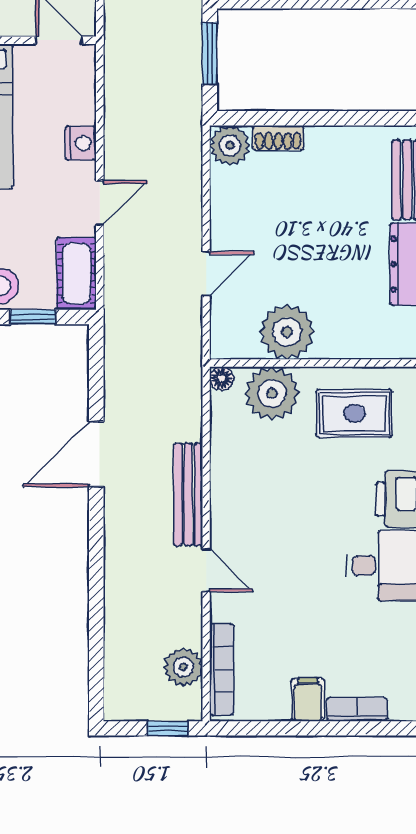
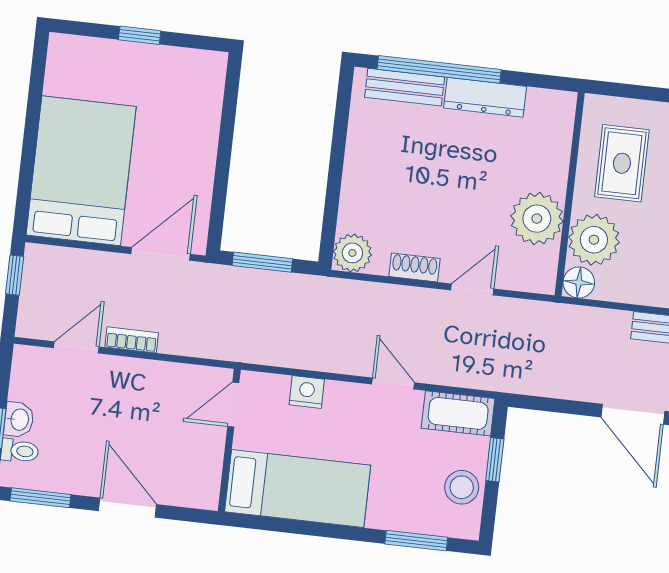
shoe rack: (278, 138) -> (414, 267), moved, turned -90
nightstand: (81, 143) -> (307, 392), moved
door: (206, 274) -> (472, 289), hinge flipped
floor lamp: (222, 378) -> (579, 282), width x1.37, depth x1.37

